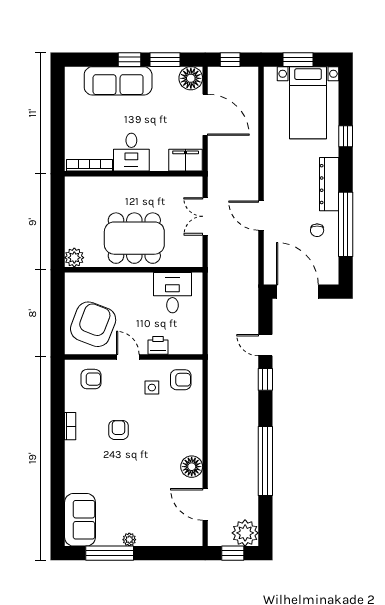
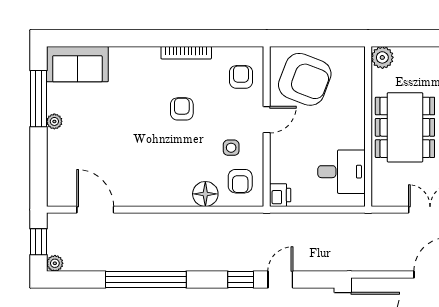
printer: (158, 345) -> (280, 195), moved
armchair: (91, 379) -> (241, 77), turned 180
bookcase: (70, 426) -> (186, 53), width x1.56
armchair: (118, 430) -> (182, 109), turned -90
floor lamp: (192, 467) -> (205, 194), moved
door: (205, 504) -> (95, 210), hinge flipped
plant: (245, 533) -> (55, 263), width x0.53, depth x0.53

